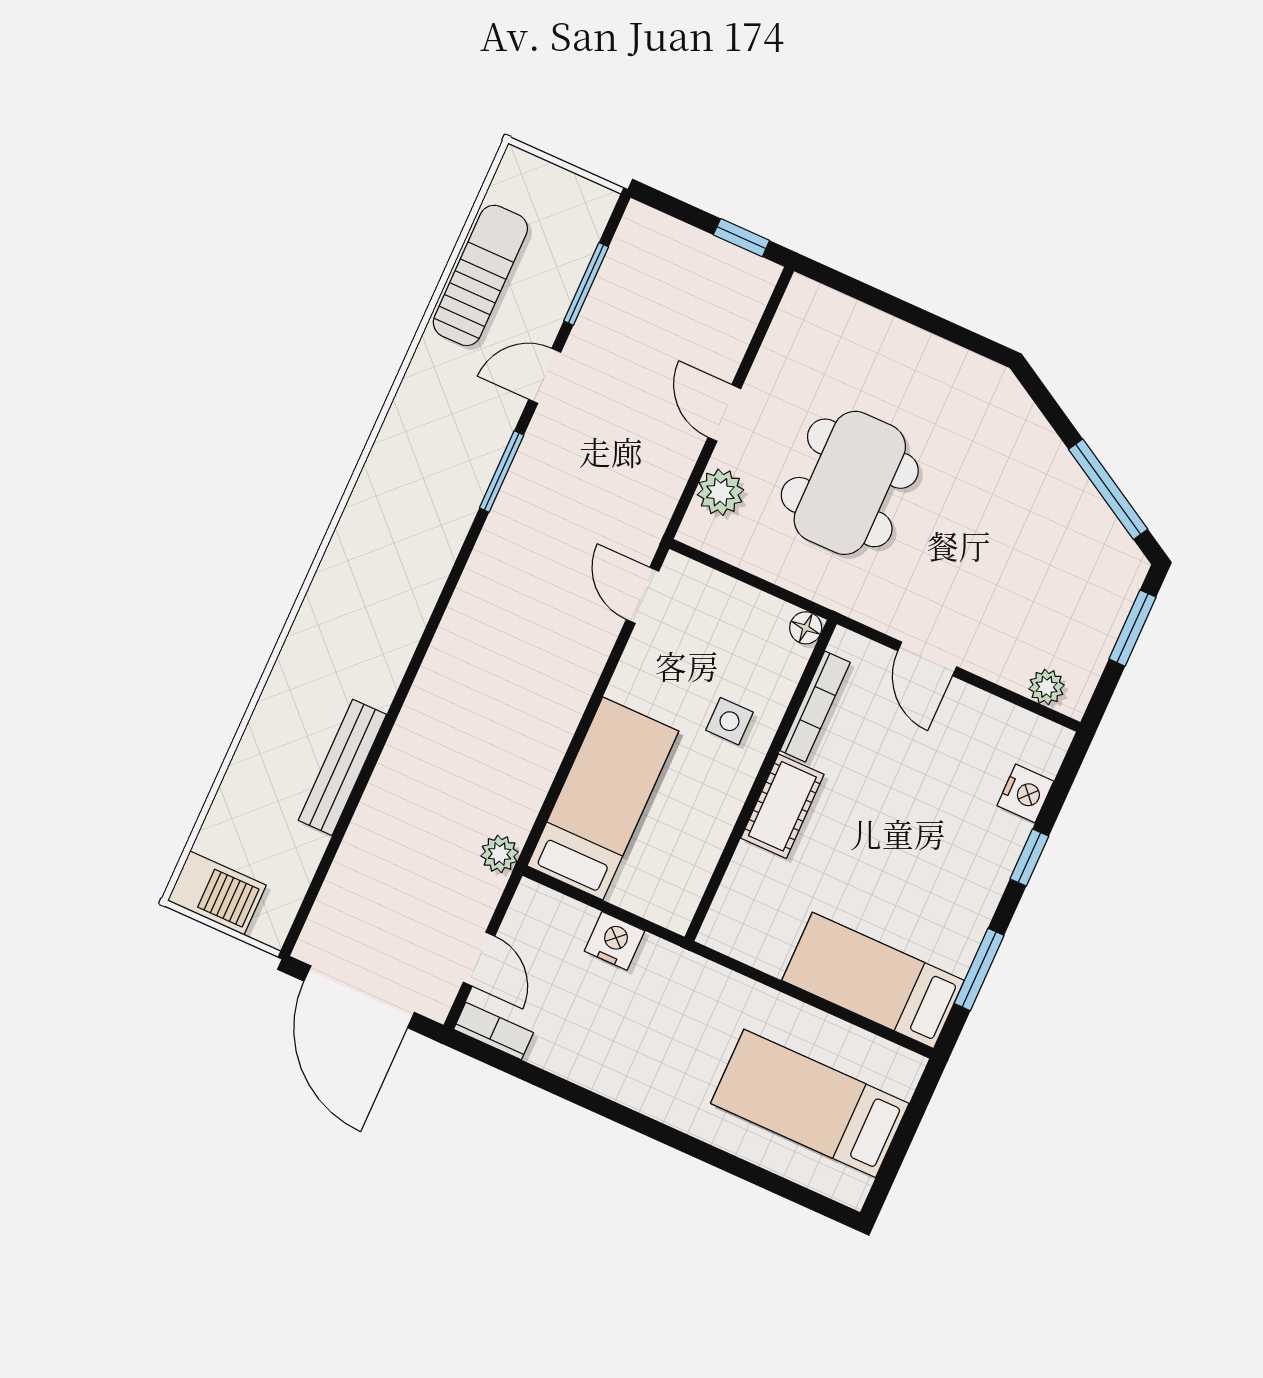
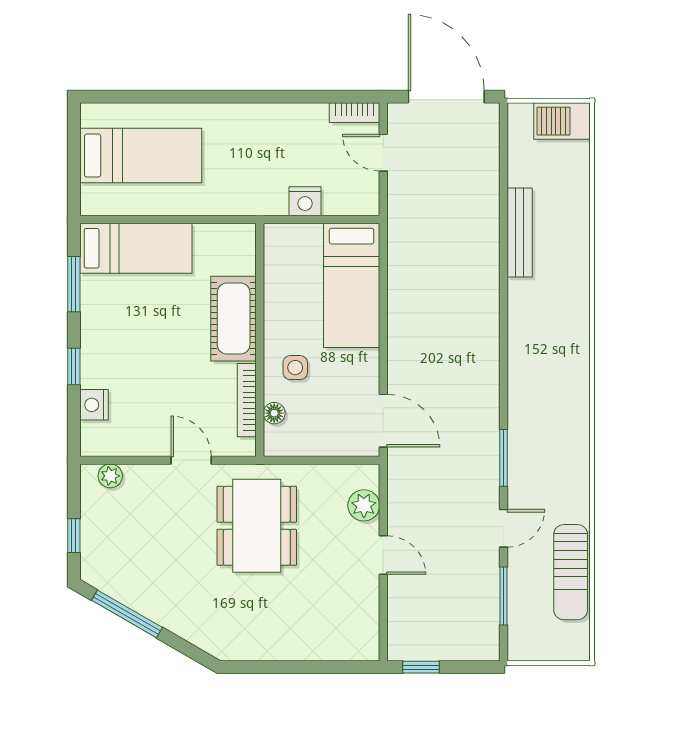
dining table: (850, 483) -> (257, 526), moved
door: (642, 595) -> (383, 421), width x1.38
floor lamp: (806, 628) -> (274, 413), moved
window: (1133, 628) -> (74, 536), width x0.67
cot: (782, 806) -> (234, 319), width x1.37, depth x1.34
plant: (500, 854) -> (400, 223), removed

